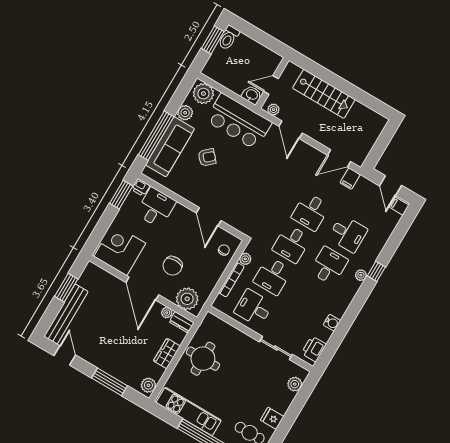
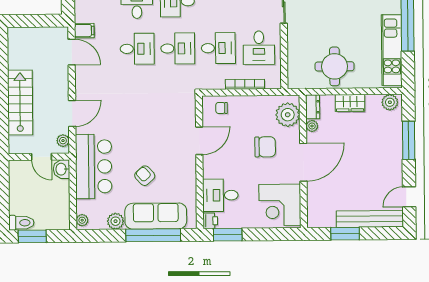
plant: (203, 94) -> (82, 220), width x0.53, depth x0.53
plant: (245, 259) -> (218, 83), removed

